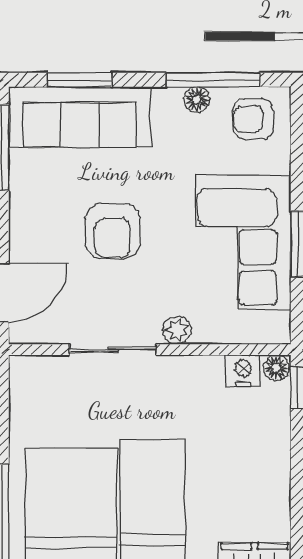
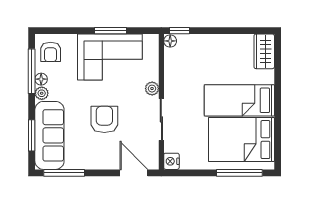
plant: (167, 101) -> (42, 93), added
armchair: (113, 231) -> (104, 119), turned -90
nightstand: (243, 371) -> (171, 161), moved

